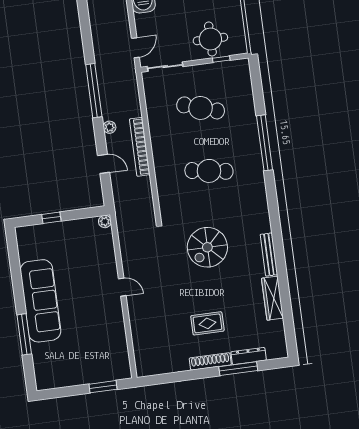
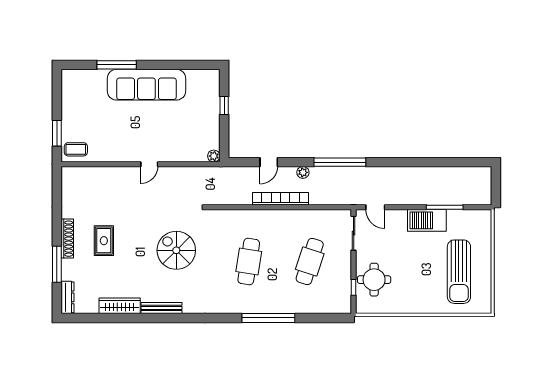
dresser: (249, 356) -> (68, 297), moved
coffee table: (117, 365) -> (76, 149), added

